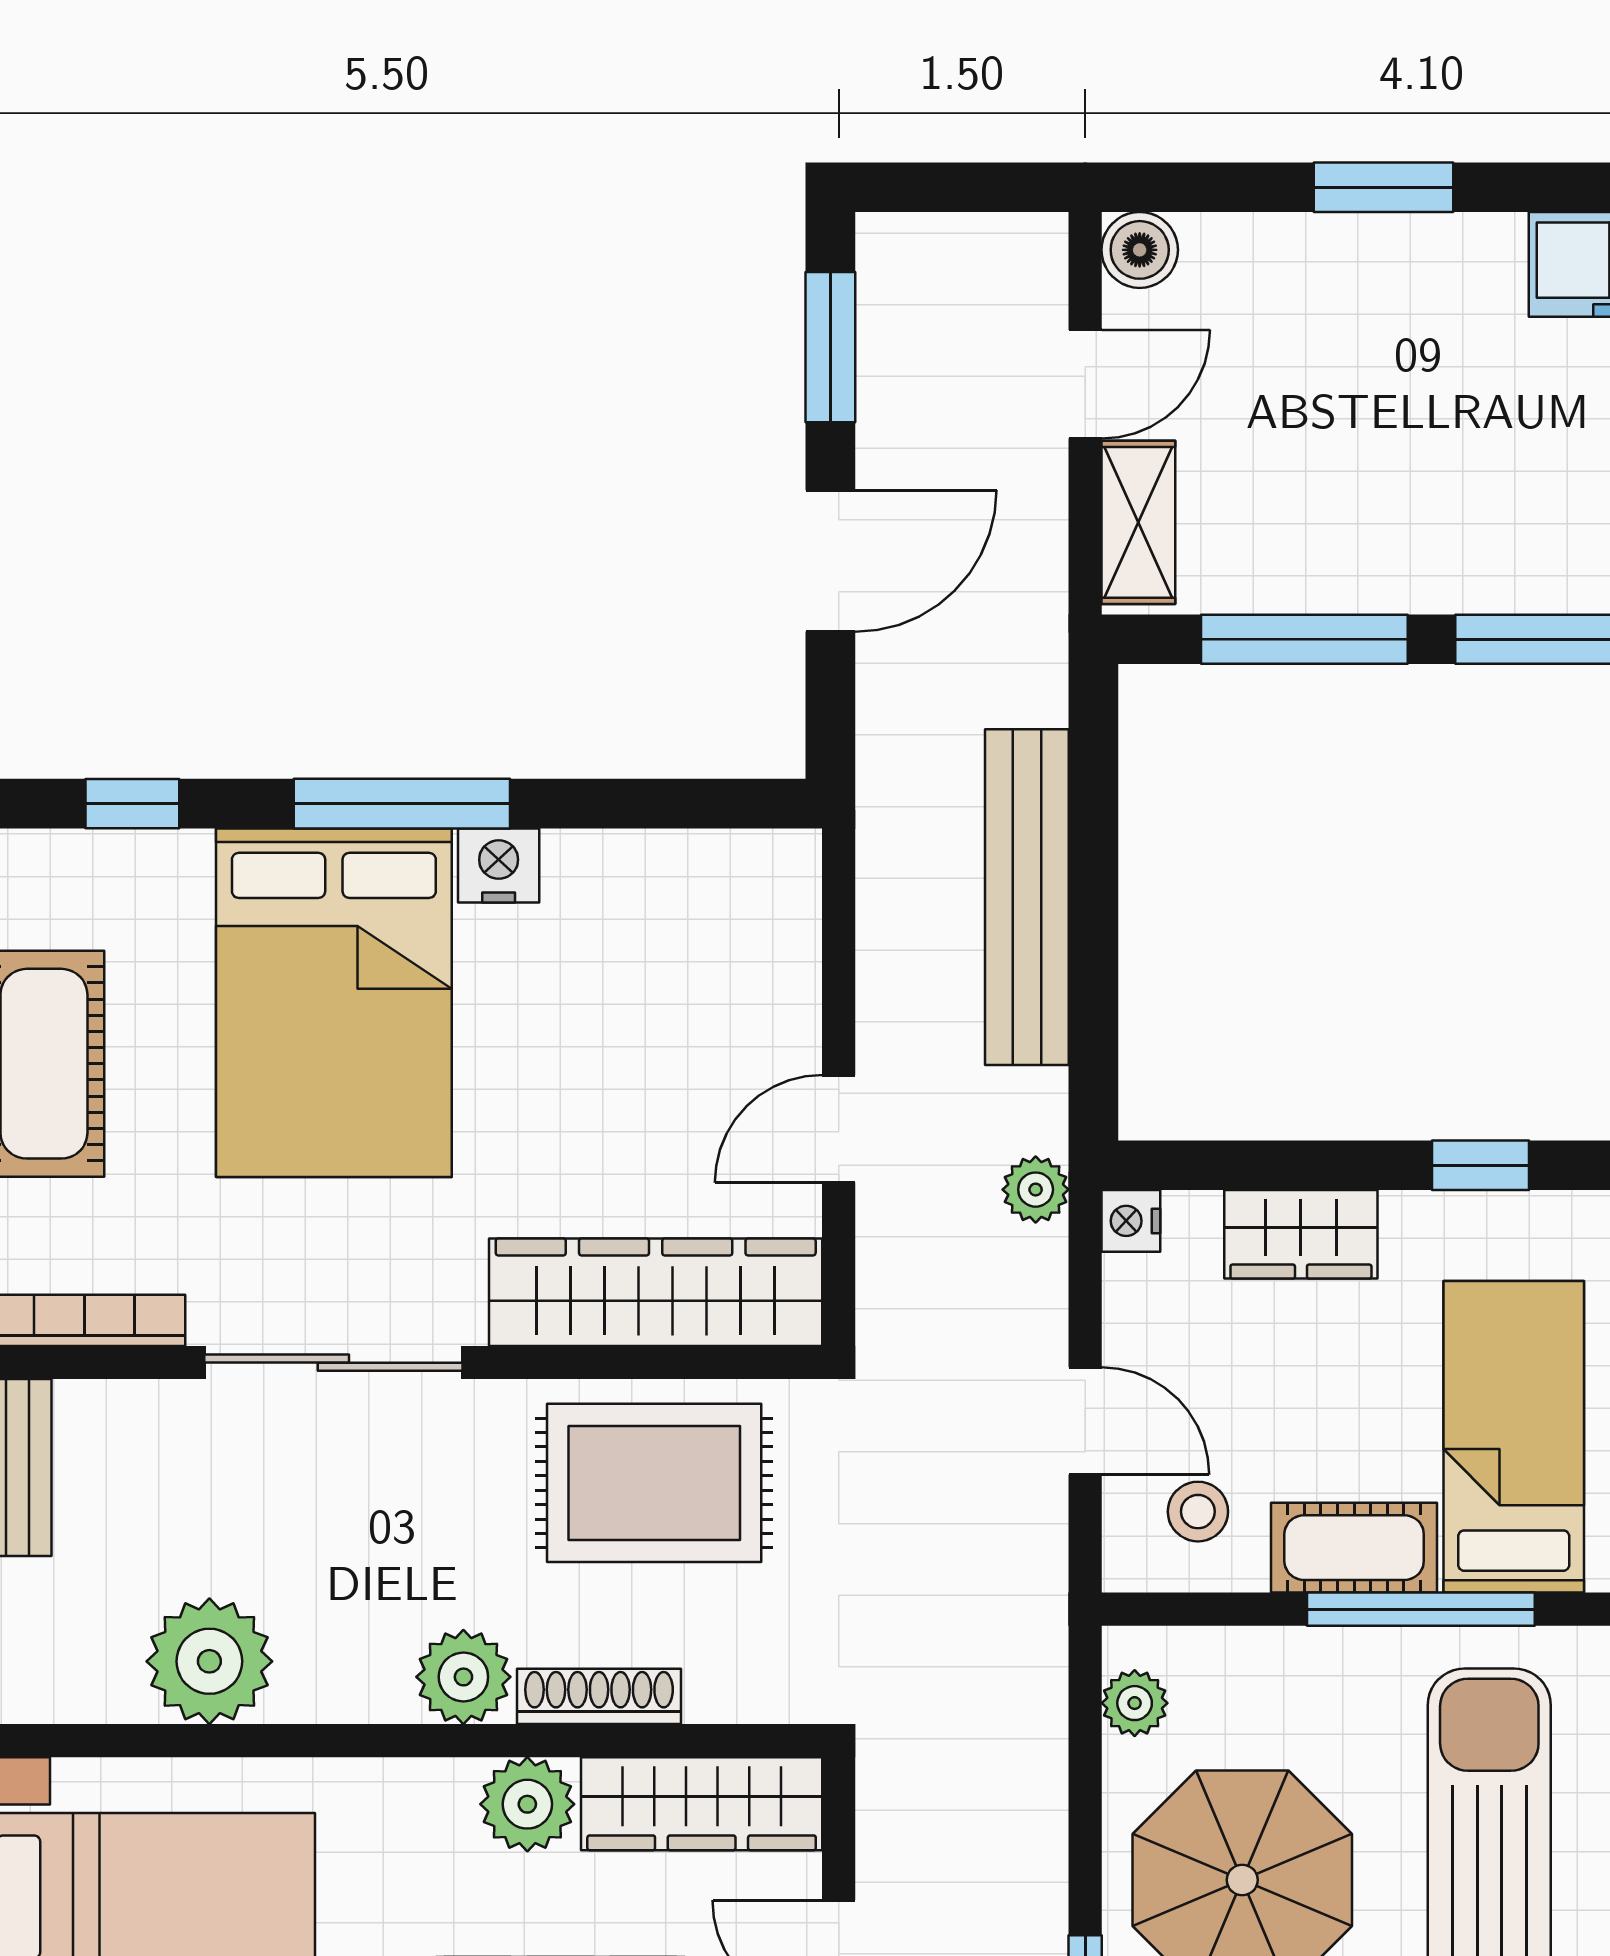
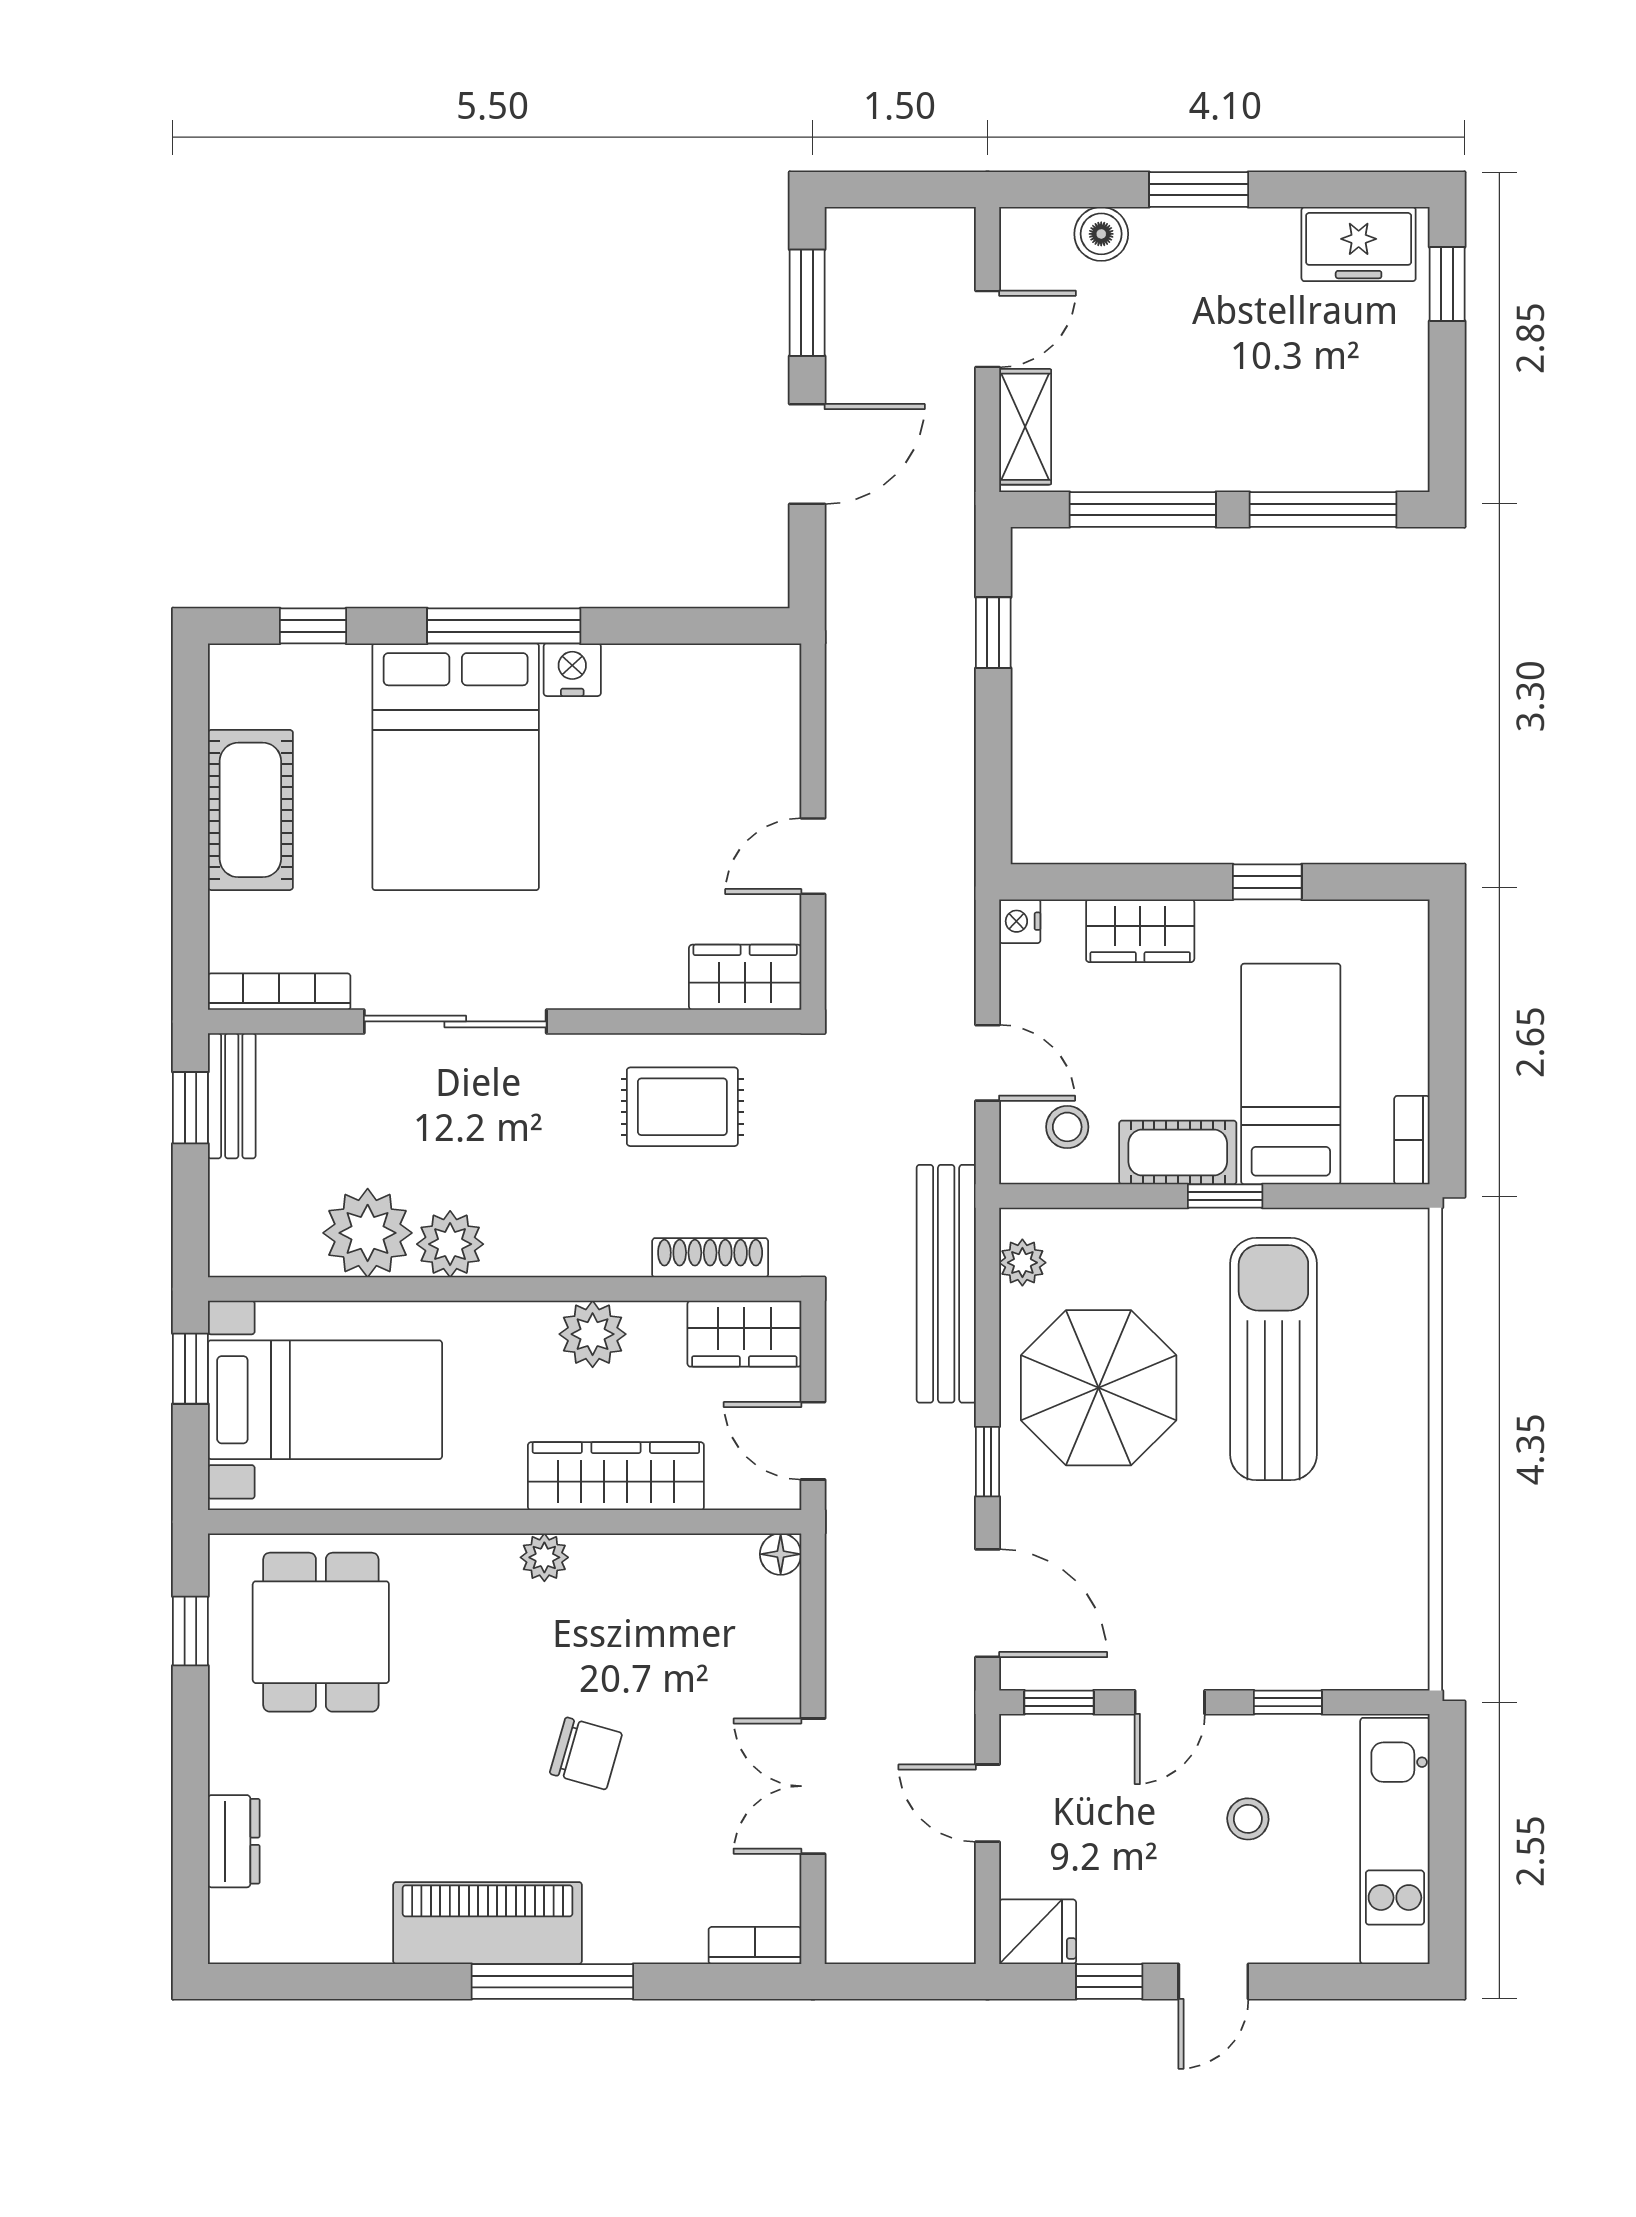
boiler: (1140, 250) -> (1101, 234), moved
window: (1093, 813) -> (993, 633), added
bench: (1027, 897) -> (946, 1284), moved
plant: (1036, 1190) -> (952, 899), removed
wardrobe: (656, 1292) -> (745, 977), width x0.48, depth x0.85
rug: (654, 1483) -> (682, 1107), width x0.73, depth x0.70
window: (1421, 1609) -> (1225, 1196), width x0.46
plant: (463, 1677) -> (450, 1244), moved
shoe rack: (599, 1696) -> (710, 1258), moved
wardrobe: (702, 1804) -> (744, 1334), width x0.67

